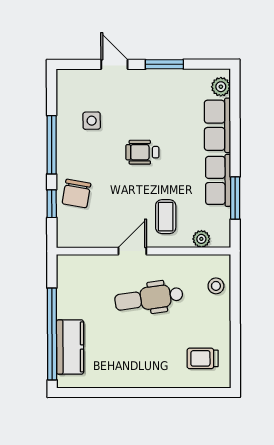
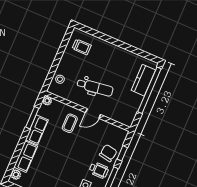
wheelchair: (142, 152) -> (99, 170), moved
plant: (201, 239) -> (47, 101), moved

